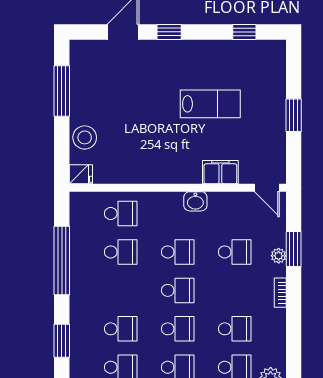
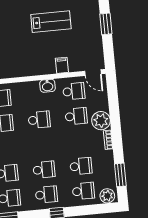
filing cabinet: (220, 172) -> (62, 65), width x0.50
window: (294, 249) -> (120, 175), moved
plant: (279, 256) -> (101, 121), width x1.88, depth x1.88
school desk: (178, 290) -> (74, 91), moved

